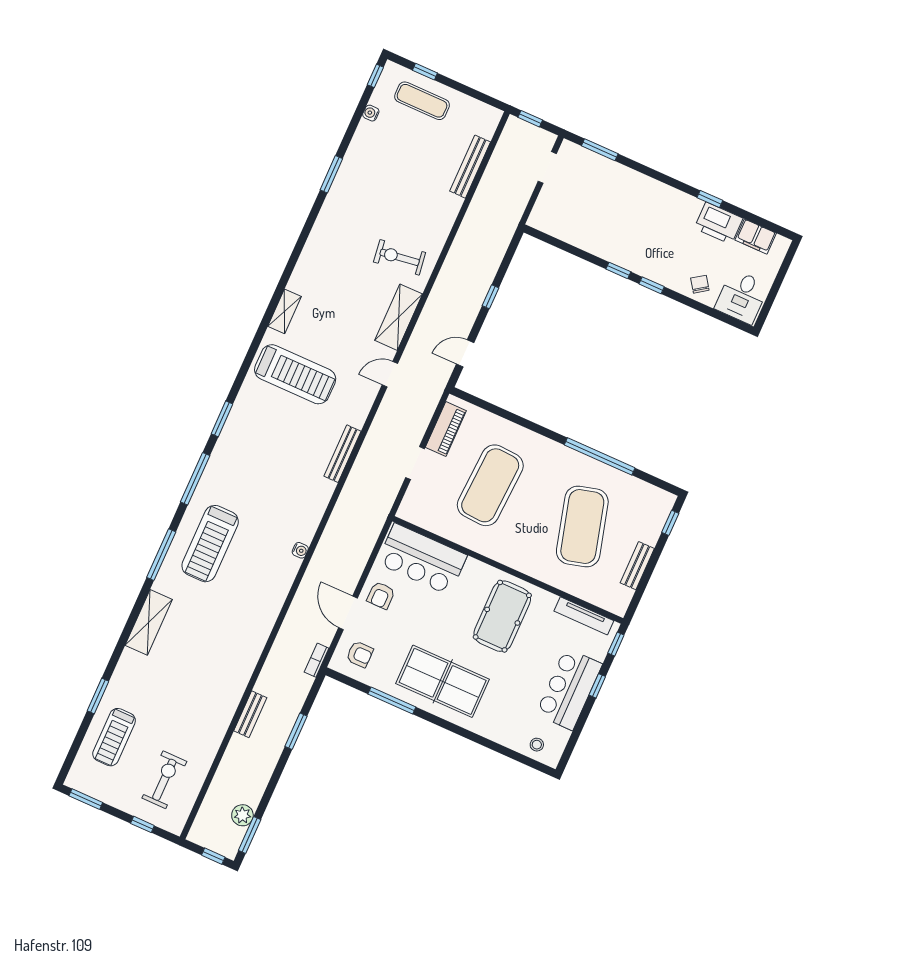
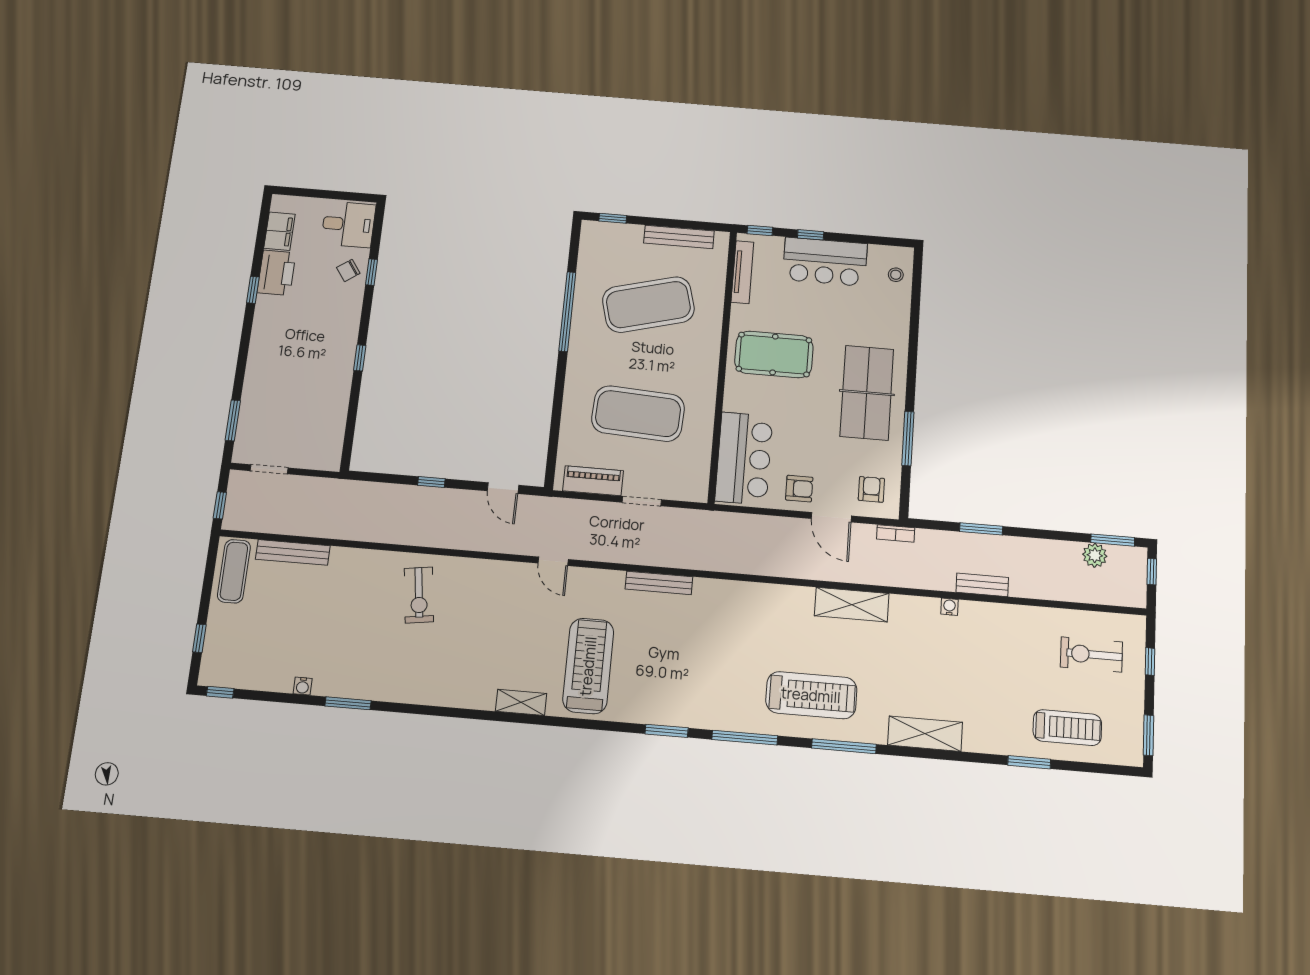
exercise mat: (422, 101) -> (234, 571), moved
water cooler: (371, 113) -> (303, 686), moved
window: (652, 285) -> (371, 272), moved
shelving: (399, 317) -> (852, 605), moved
water cooler: (300, 550) -> (949, 607), moved
bench: (637, 566) -> (679, 237), width x1.36
door: (348, 613) -> (831, 517), hinge flipped

